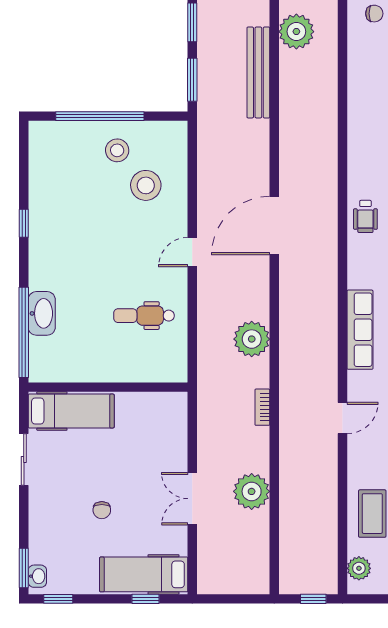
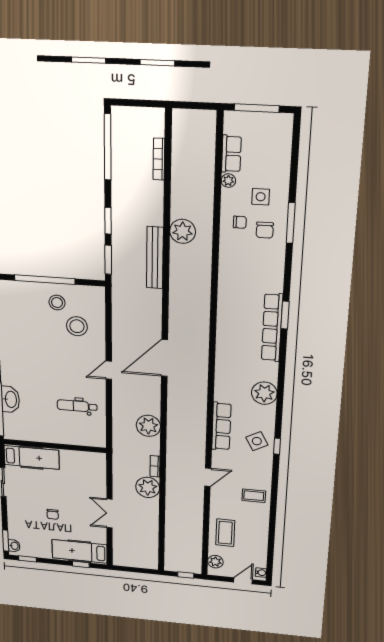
wheelchair: (365, 216) -> (228, 357), removed
plant: (252, 491) -> (148, 487), moved

